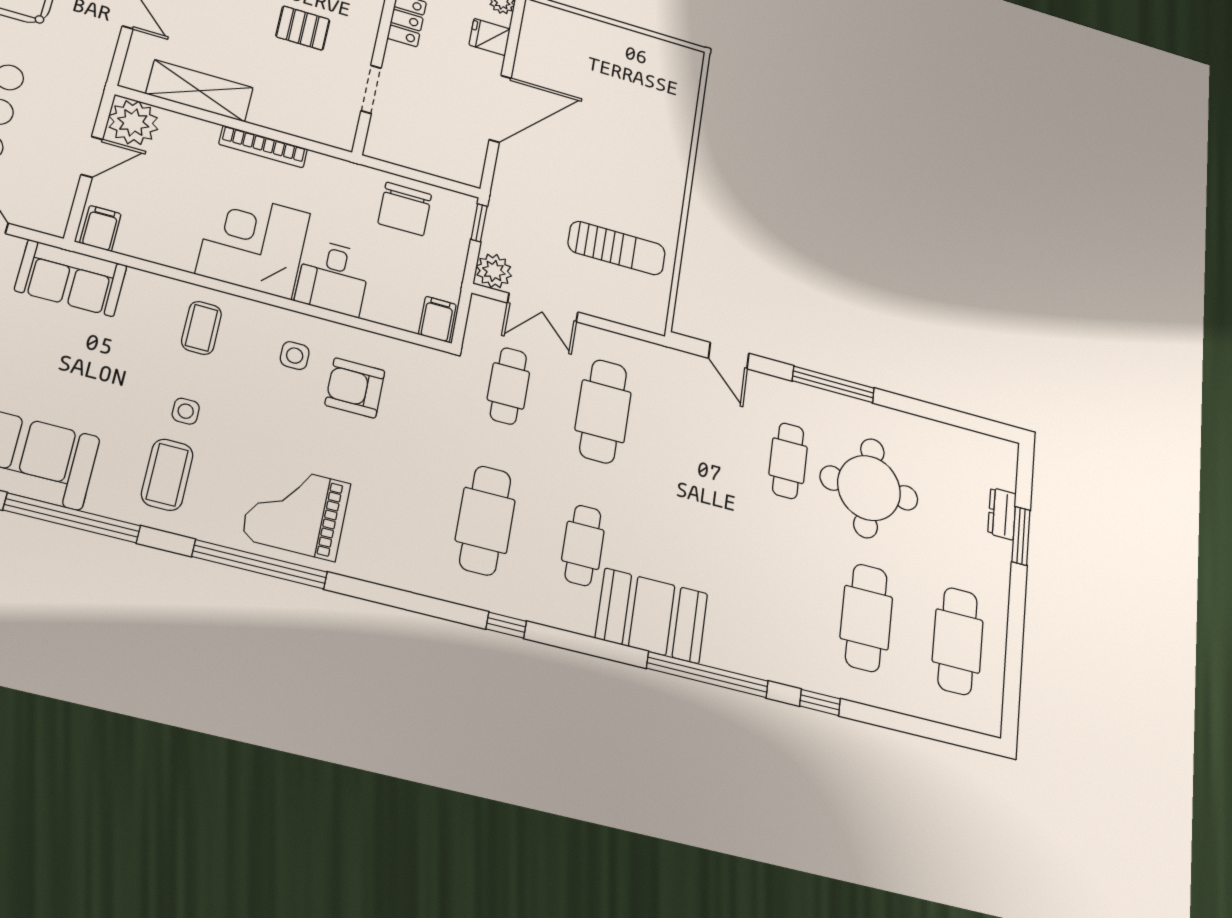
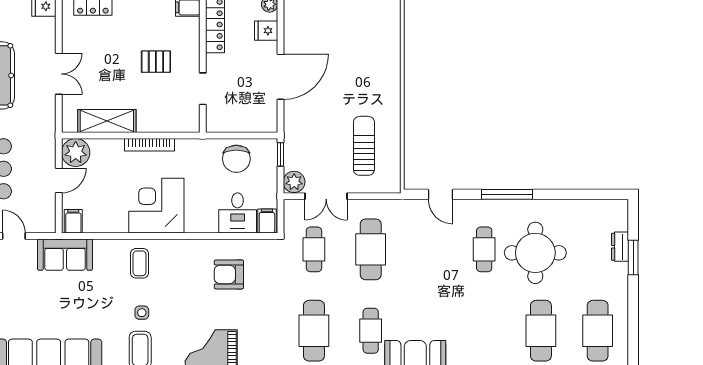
sun lounger: (617, 248) -> (364, 146), turned -90
desk: (333, 278) -> (238, 213), moved
side table: (295, 356) -> (193, 265), removed

